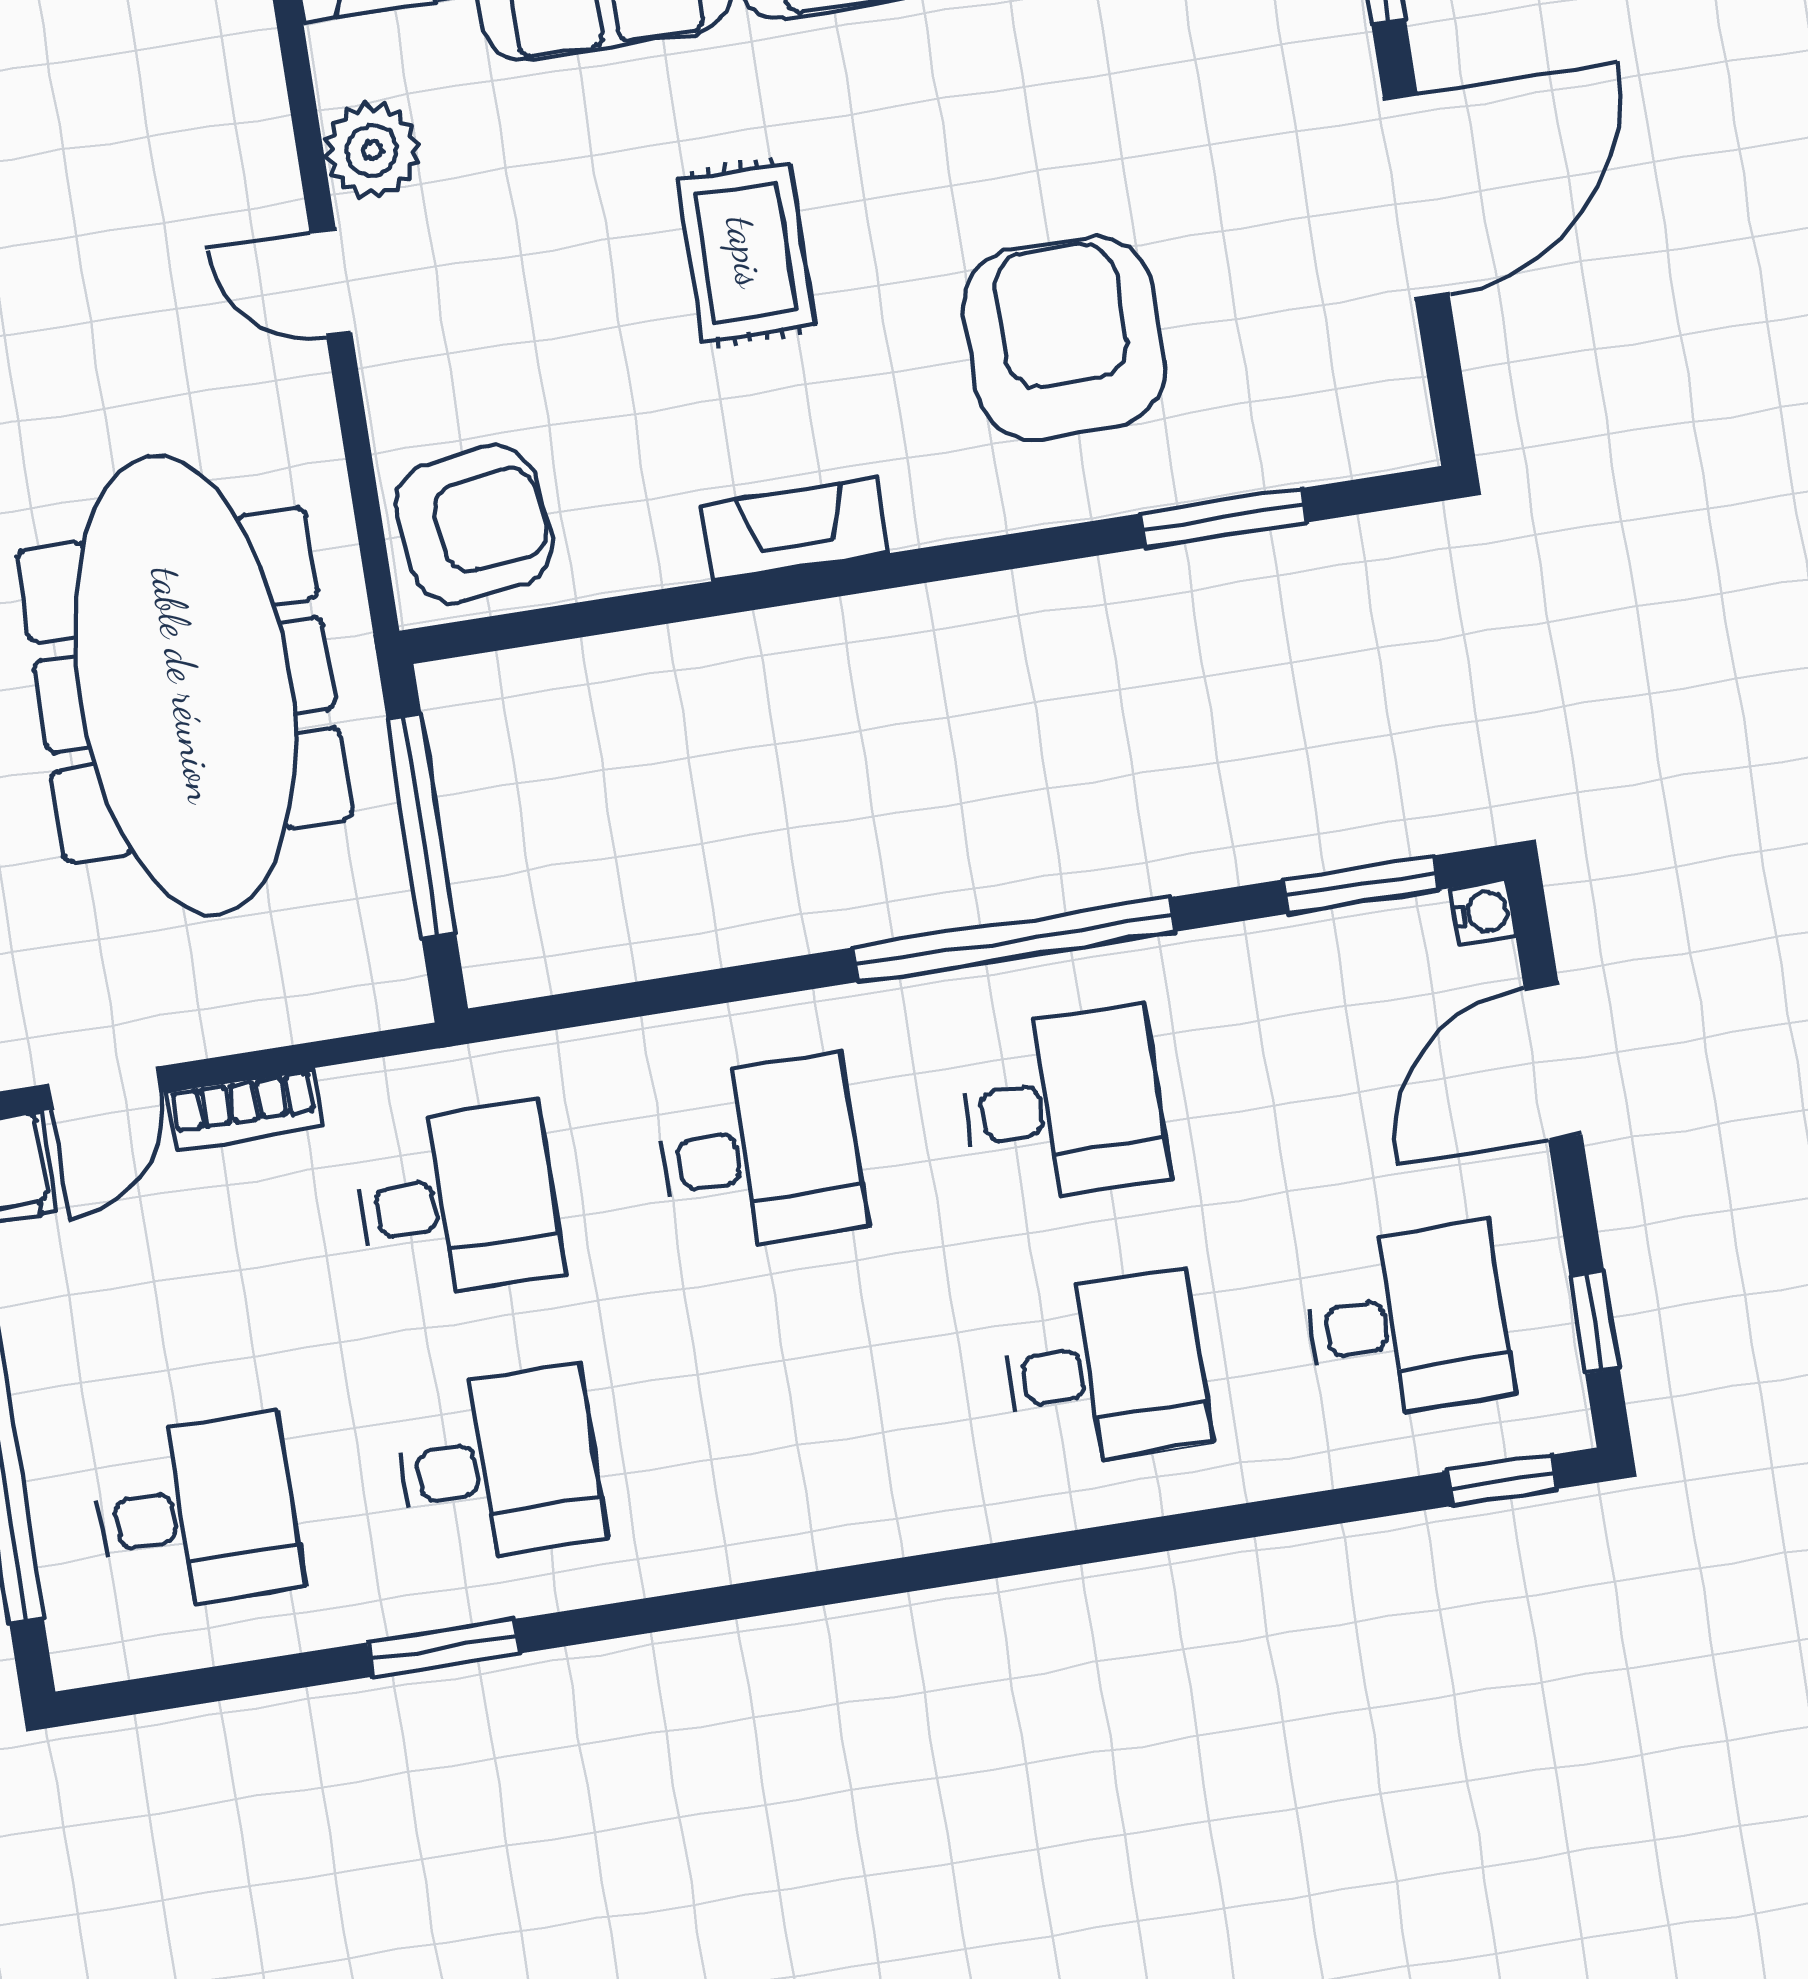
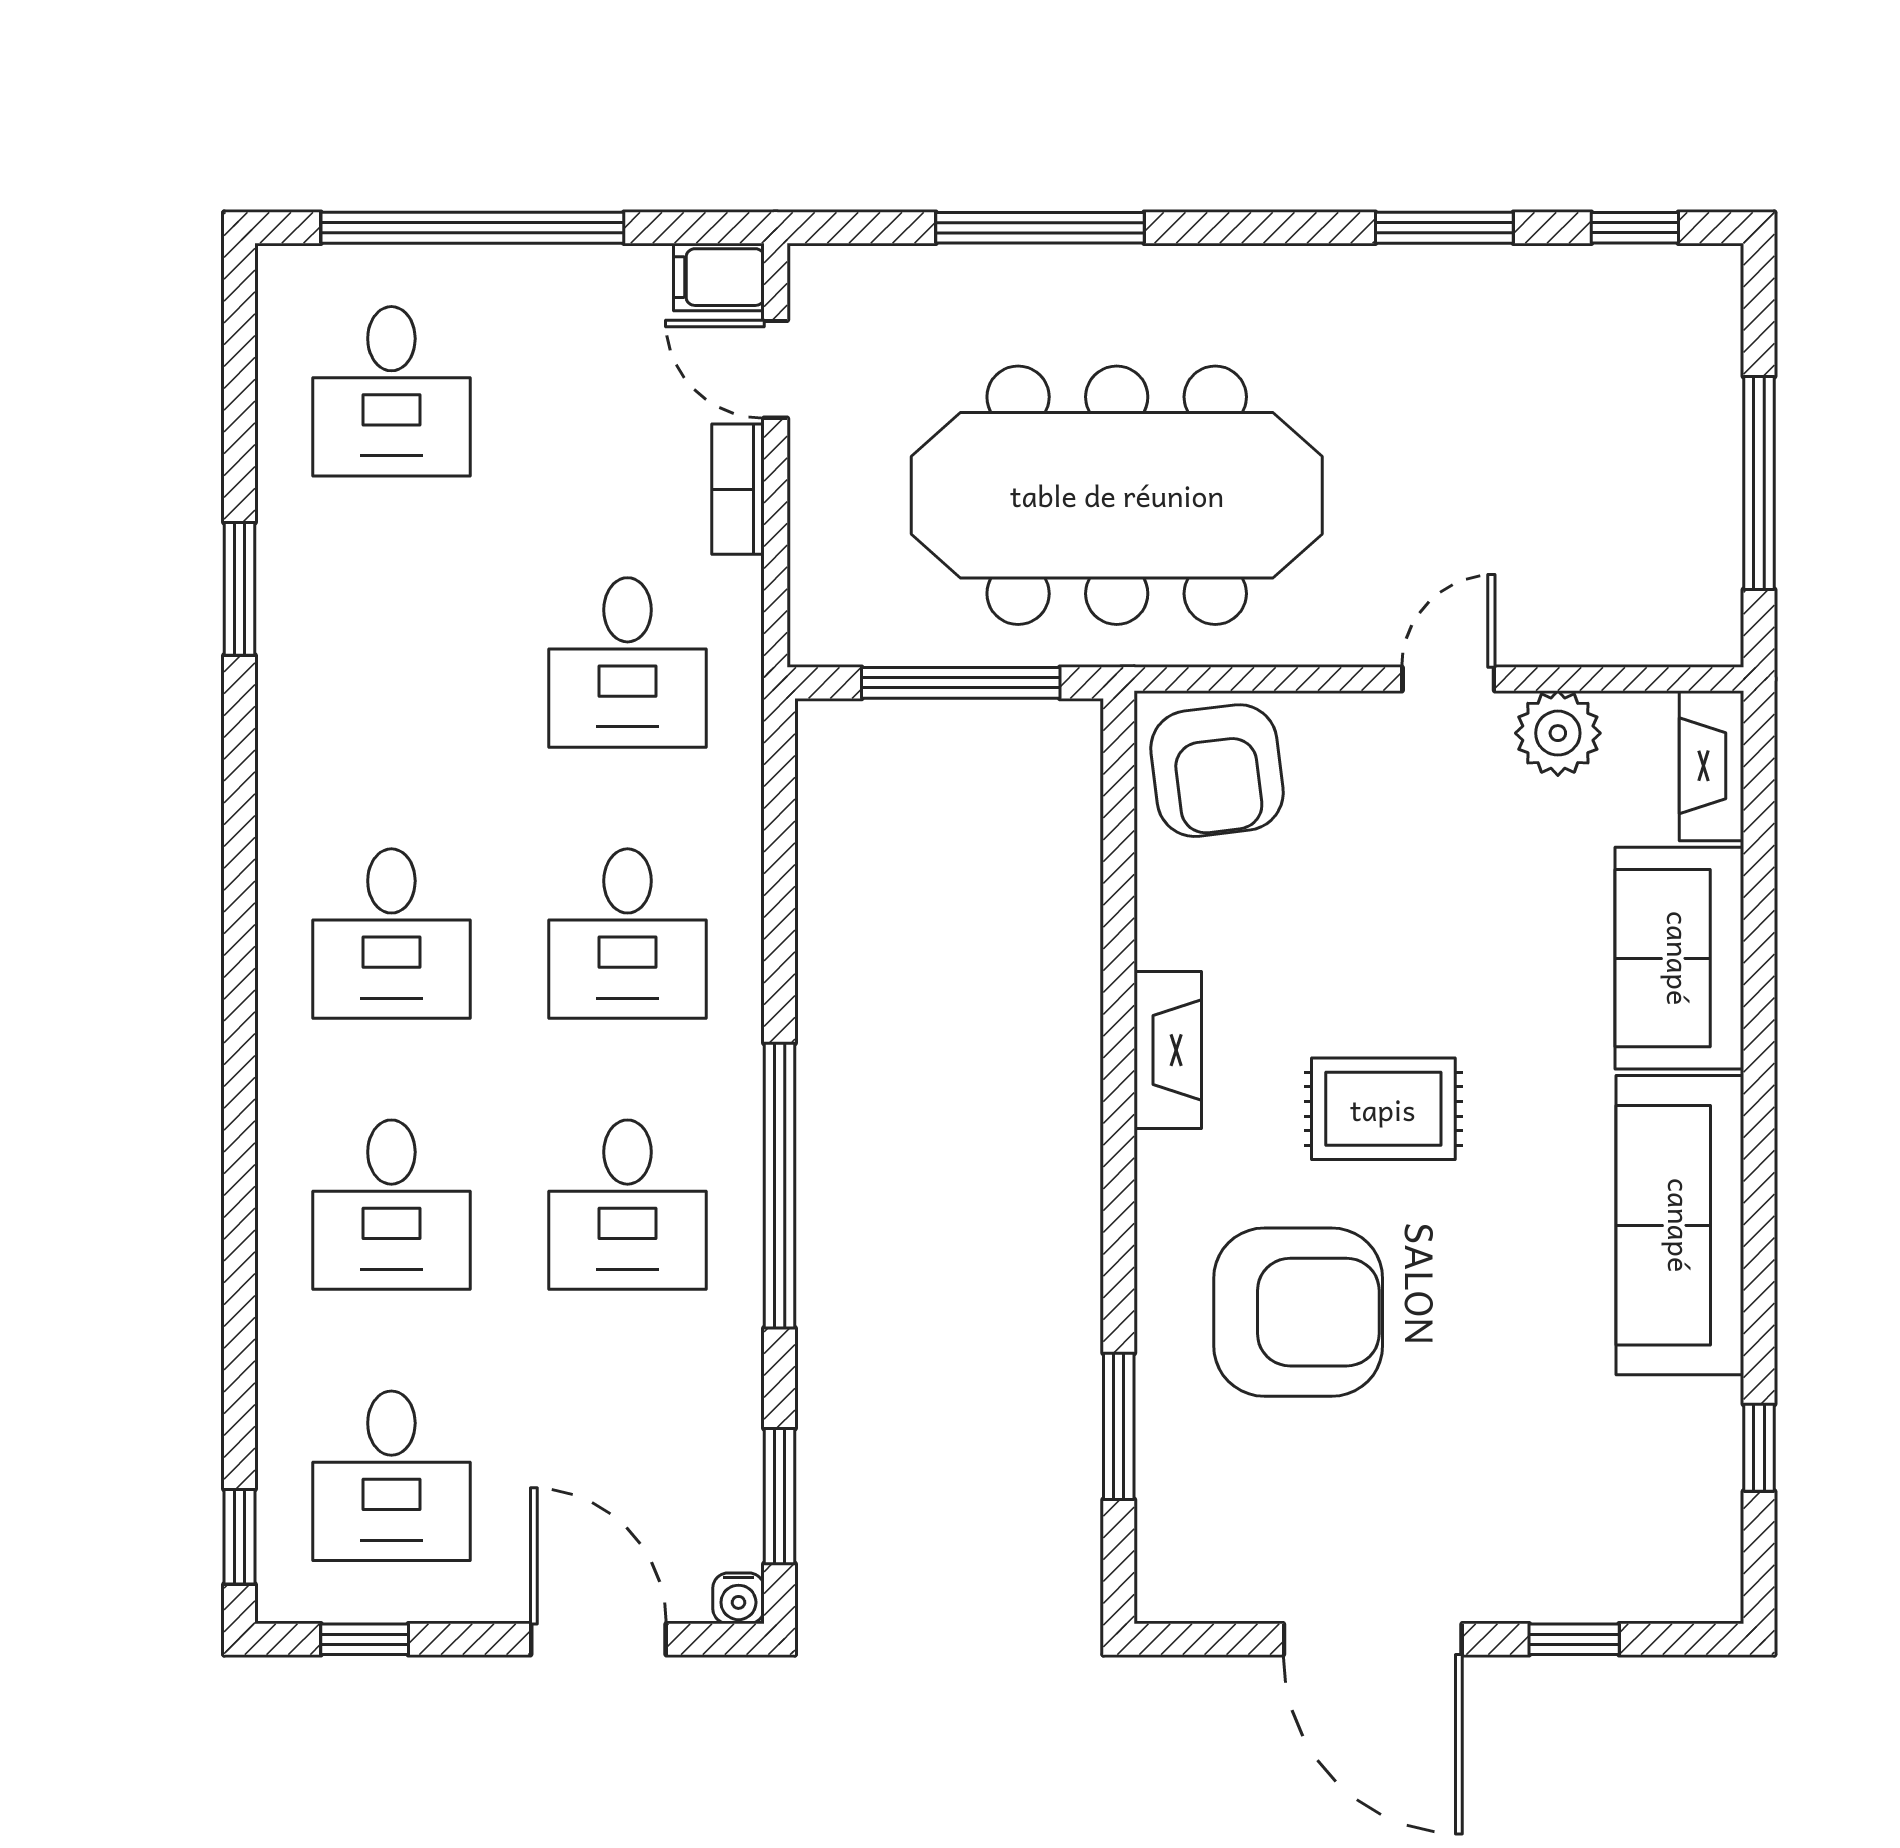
rug: (746, 252) -> (1383, 1109), moved
desk: (499, 1465) -> (391, 934), moved

